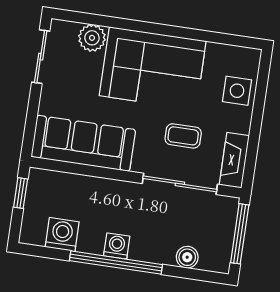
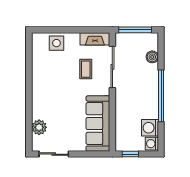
corner sofa: (153, 68) -> (51, 91), removed
washing machine: (117, 246) -> (152, 144), moved

